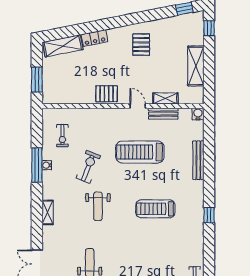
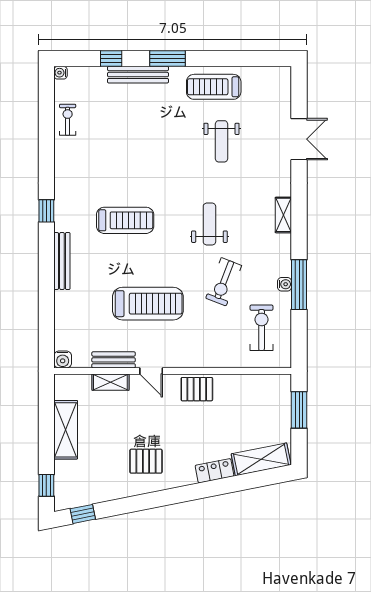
pallet: (141, 45) -> (146, 461), turned 90
exercise bike: (62, 136) -> (262, 328), width x1.38, depth x1.39
bench: (198, 160) -> (62, 261), moved

